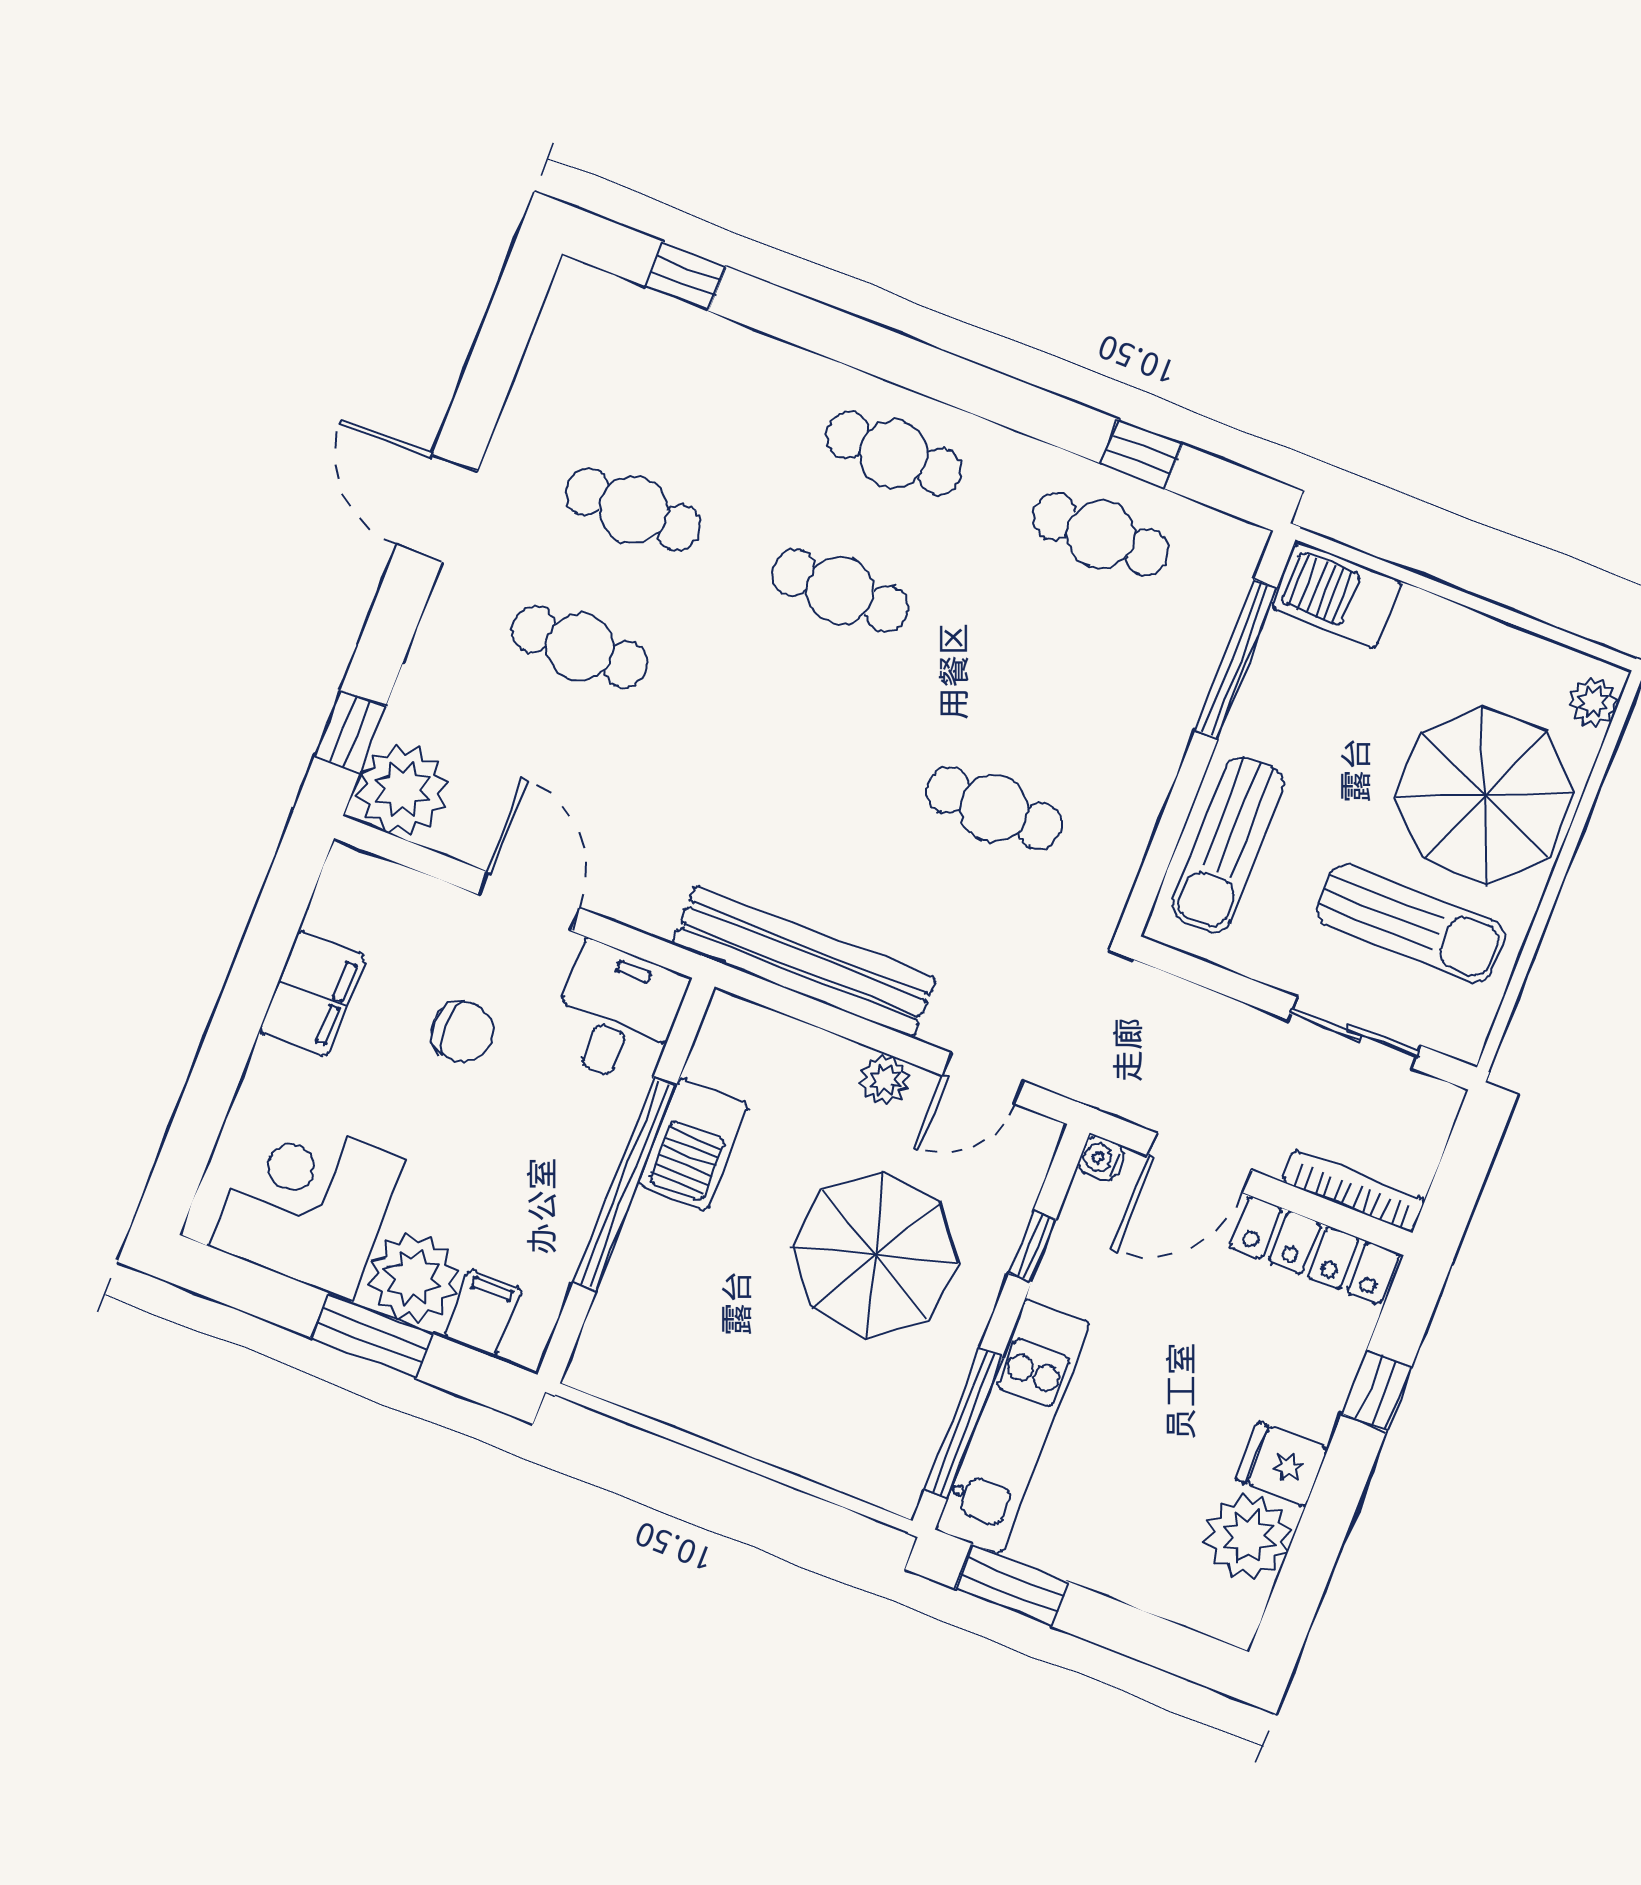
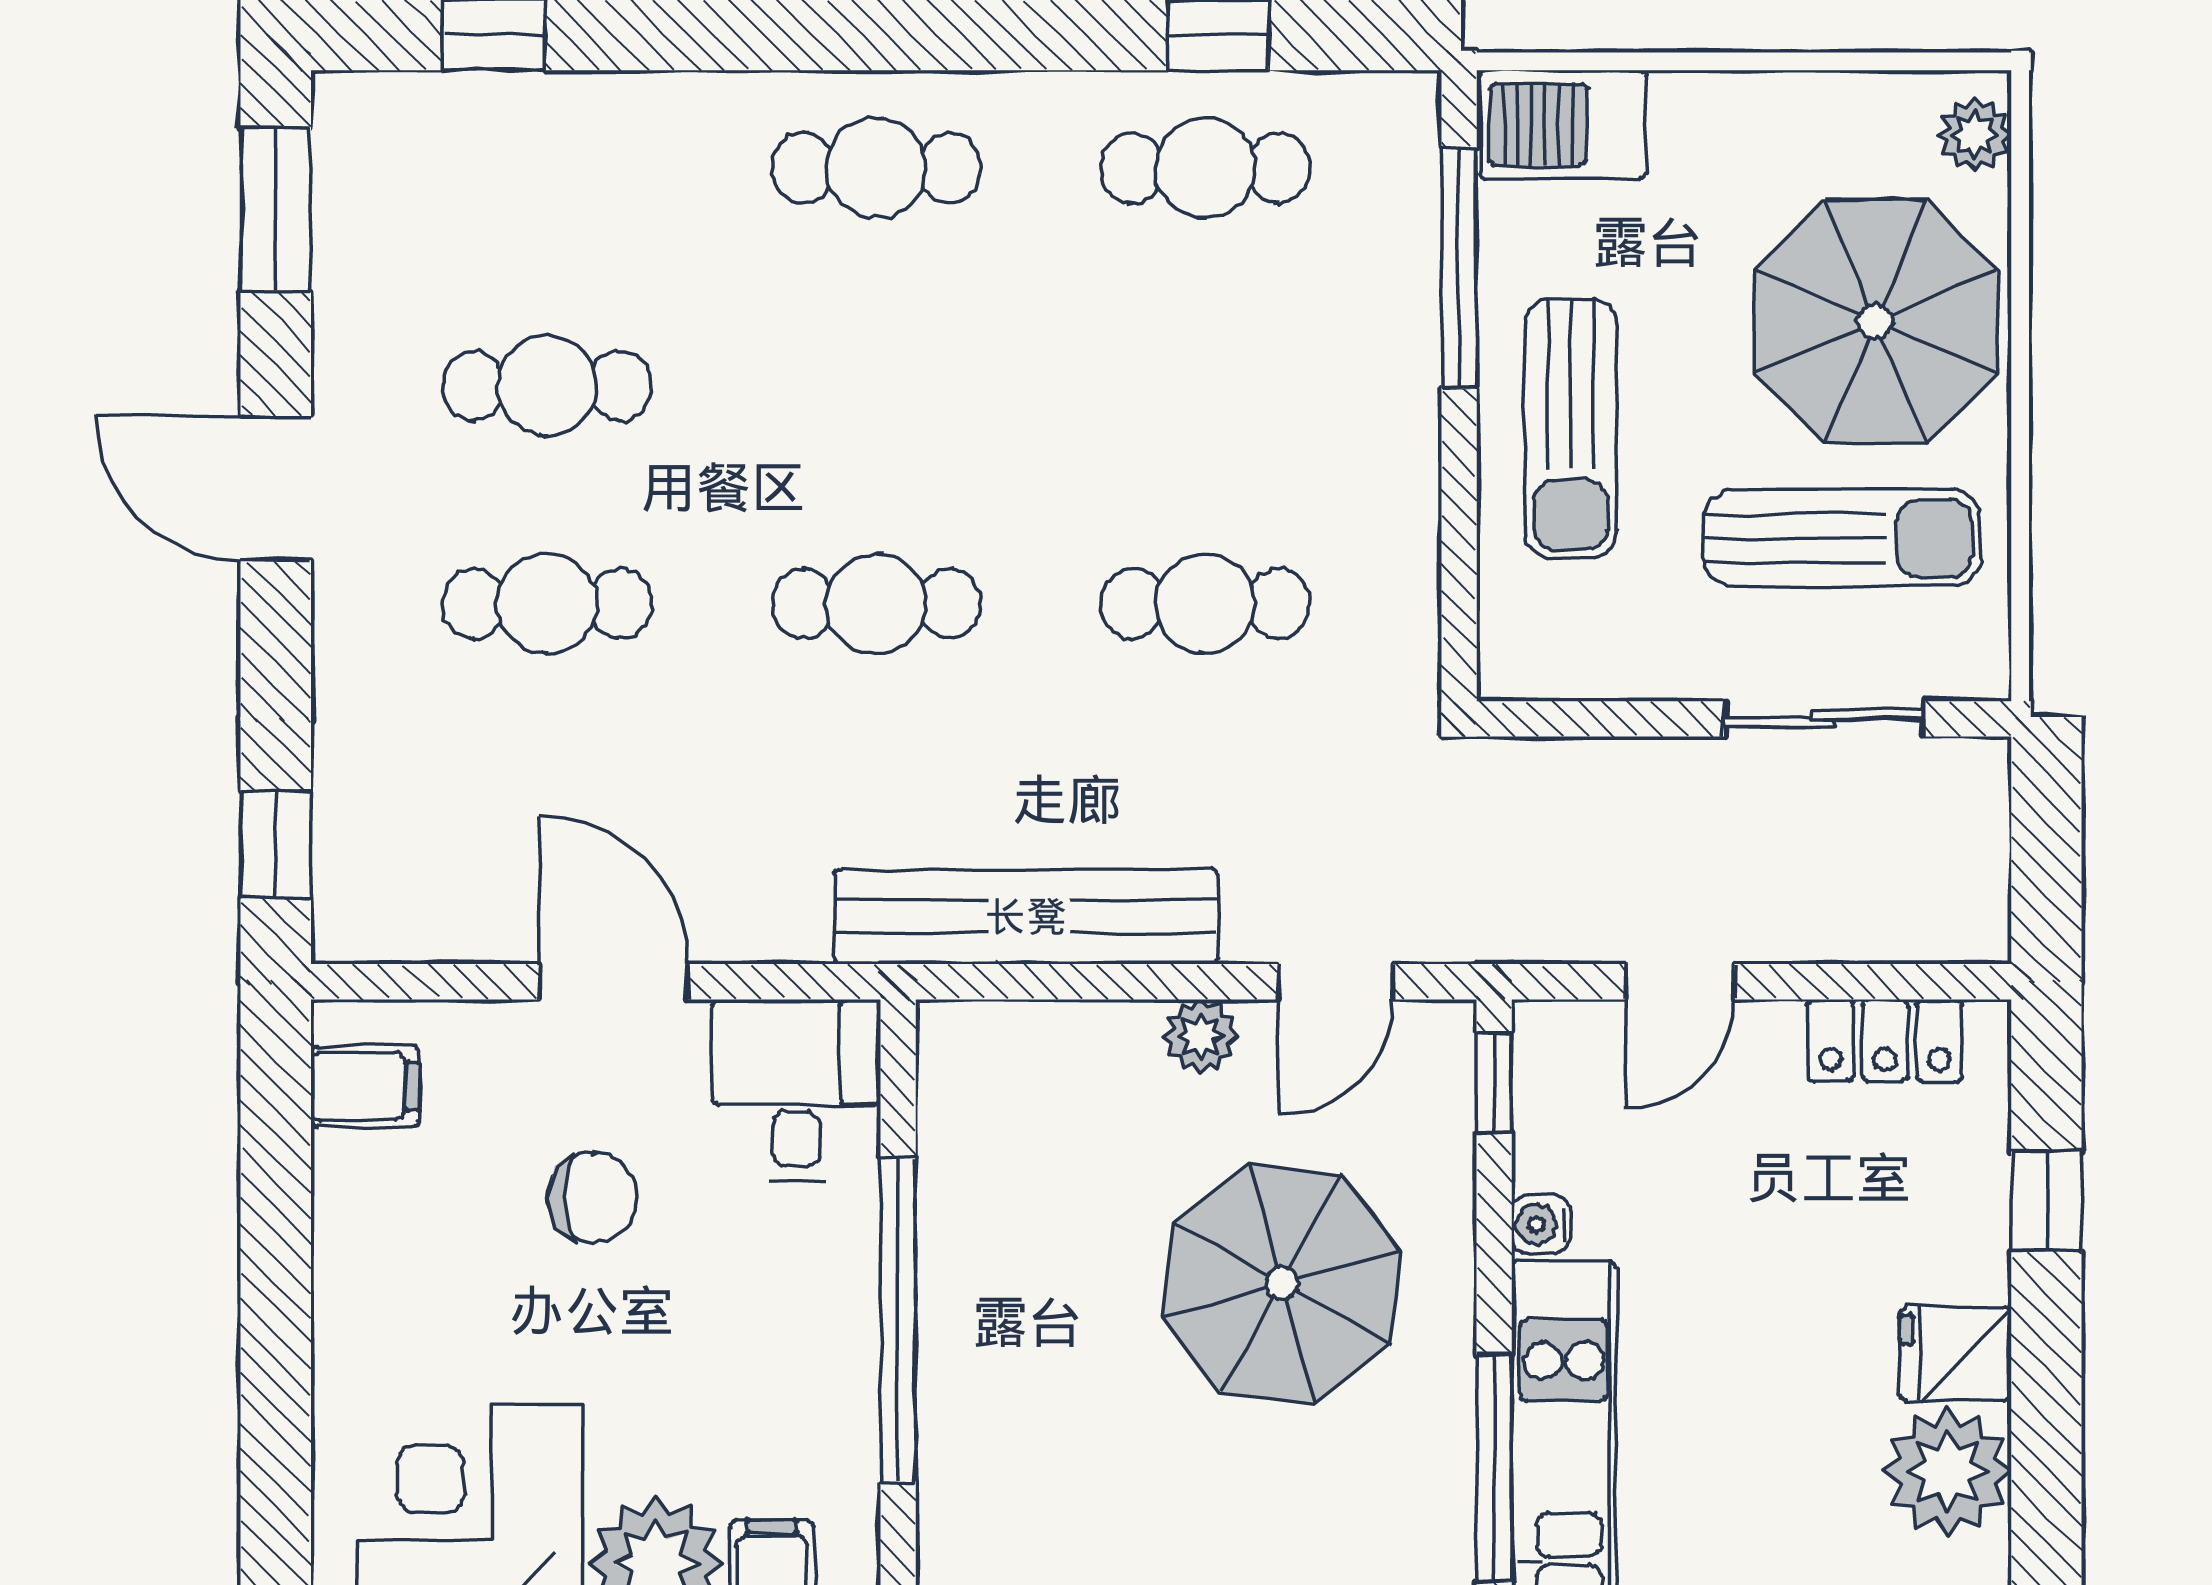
window: (506, 332) -> (276, 209), added
cafe table: (840, 591) -> (876, 603), moved
plant: (402, 790) -> (379, 896), removed
sun lounger: (1228, 844) -> (1571, 428), moved
filing cabinet: (312, 994) -> (365, 1086), moved, width x0.50
barbecue: (693, 1144) -> (971, 1229), removed
water cooler: (1101, 1158) -> (1541, 1224), moved
door: (1200, 1163) -> (1680, 982), width x0.73
bookcase: (1354, 1191) -> (1908, 938), removed
window: (1032, 1246) -> (1494, 1083), moved
locker: (1314, 1250) -> (1885, 1040), width x0.66

